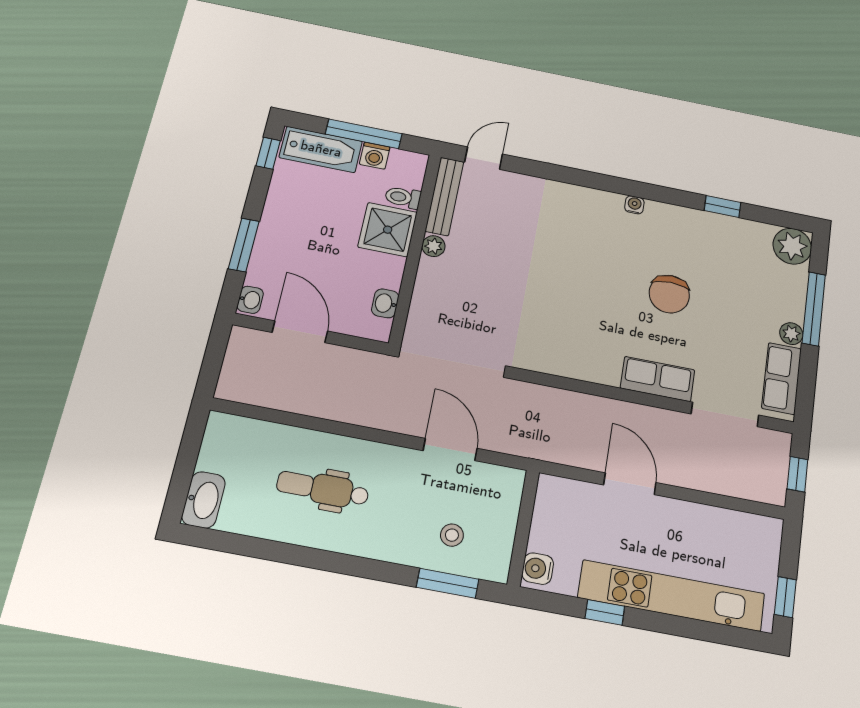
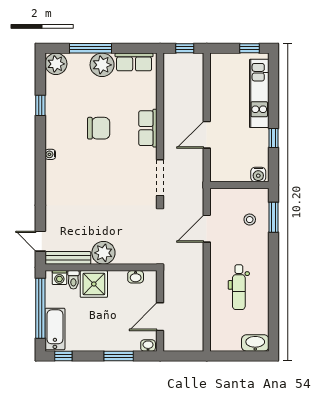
window: (364, 134) -> (40, 308), width x1.46
washing machine: (375, 156) -> (59, 278), moved, turned 90
plant: (434, 246) -> (103, 253), width x1.87, depth x1.87
plant: (791, 334) -> (102, 65), width x1.88, depth x1.88
doorway: (725, 414) -> (160, 178), moved
kitchen unit: (672, 596) -> (259, 93), width x0.73

